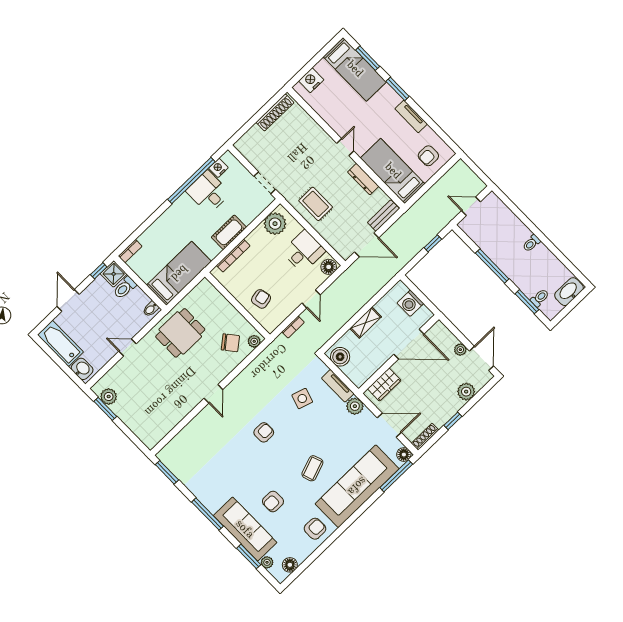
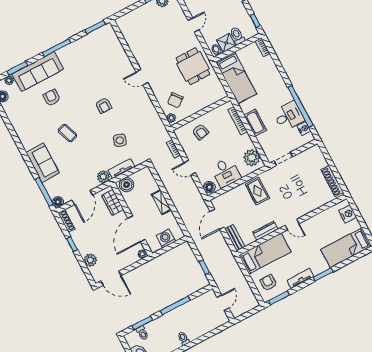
window: (368, 58) -> (279, 298), moved
rug: (316, 204) -> (257, 191), turned 90
shower: (114, 274) -> (226, 43), moved
plant: (460, 350) -> (142, 254), moved
boiler: (340, 357) -> (127, 185), moved
sofa: (357, 486) -> (43, 163), width x0.54, depth x0.79
armchair: (315, 529) -> (23, 122), removed

